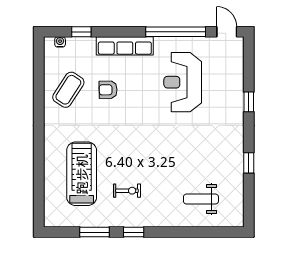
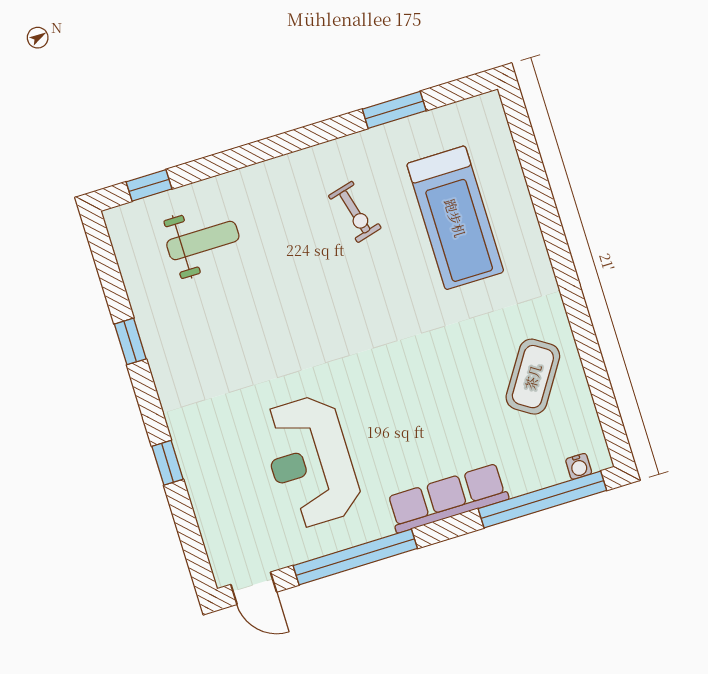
window: (81, 32) -> (542, 499), width x3.17
reception desk: (183, 82) -> (310, 461), turned 180
armchair: (108, 90) -> (454, 401), removed
exercise bike: (127, 191) -> (355, 212), turned -105
window: (134, 232) -> (149, 185), moved

